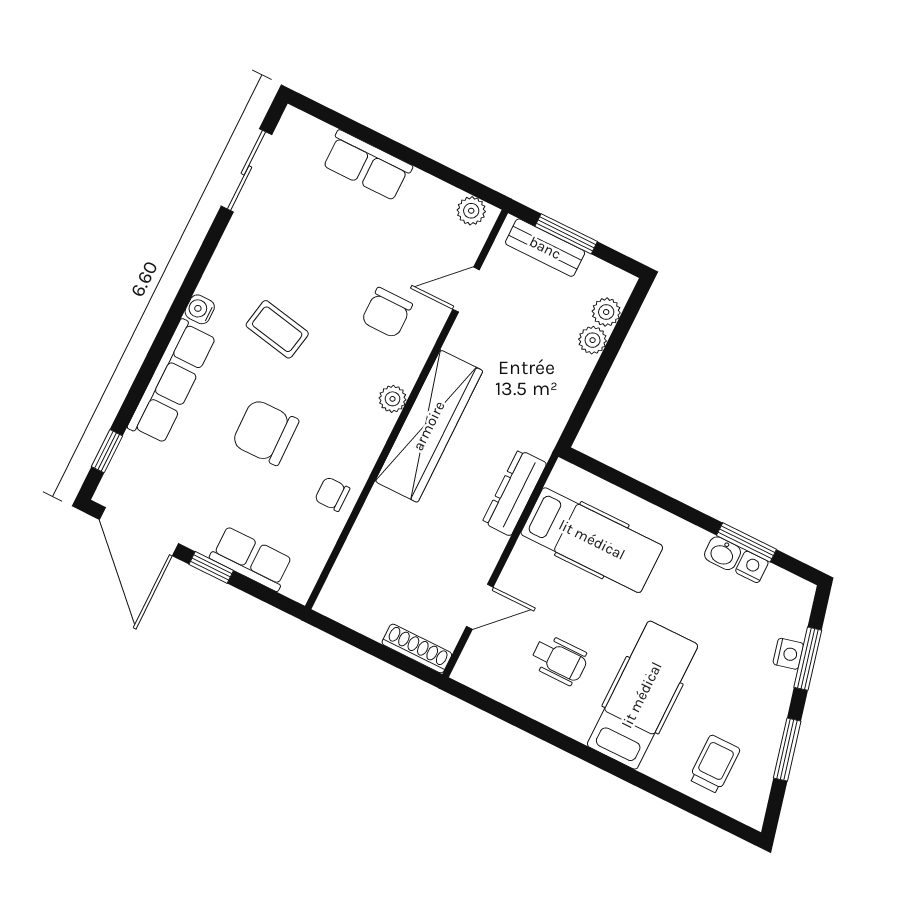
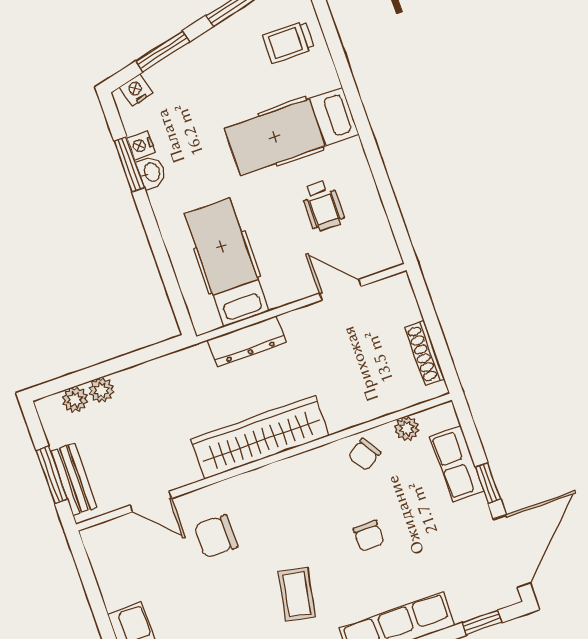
plant: (471, 211) -> (98, 549), removed
chair: (387, 313) -> (216, 536), turned 180
plant: (393, 399) -> (407, 428), moved
chair: (265, 432) -> (369, 536), width x0.54, depth x0.54
chair: (332, 494) -> (364, 454), turned 57
shoe rack: (417, 649) -> (425, 353), moved
nightstand: (788, 654) -> (136, 90), moved
wheelchair: (559, 660) -> (323, 206), turned 180

